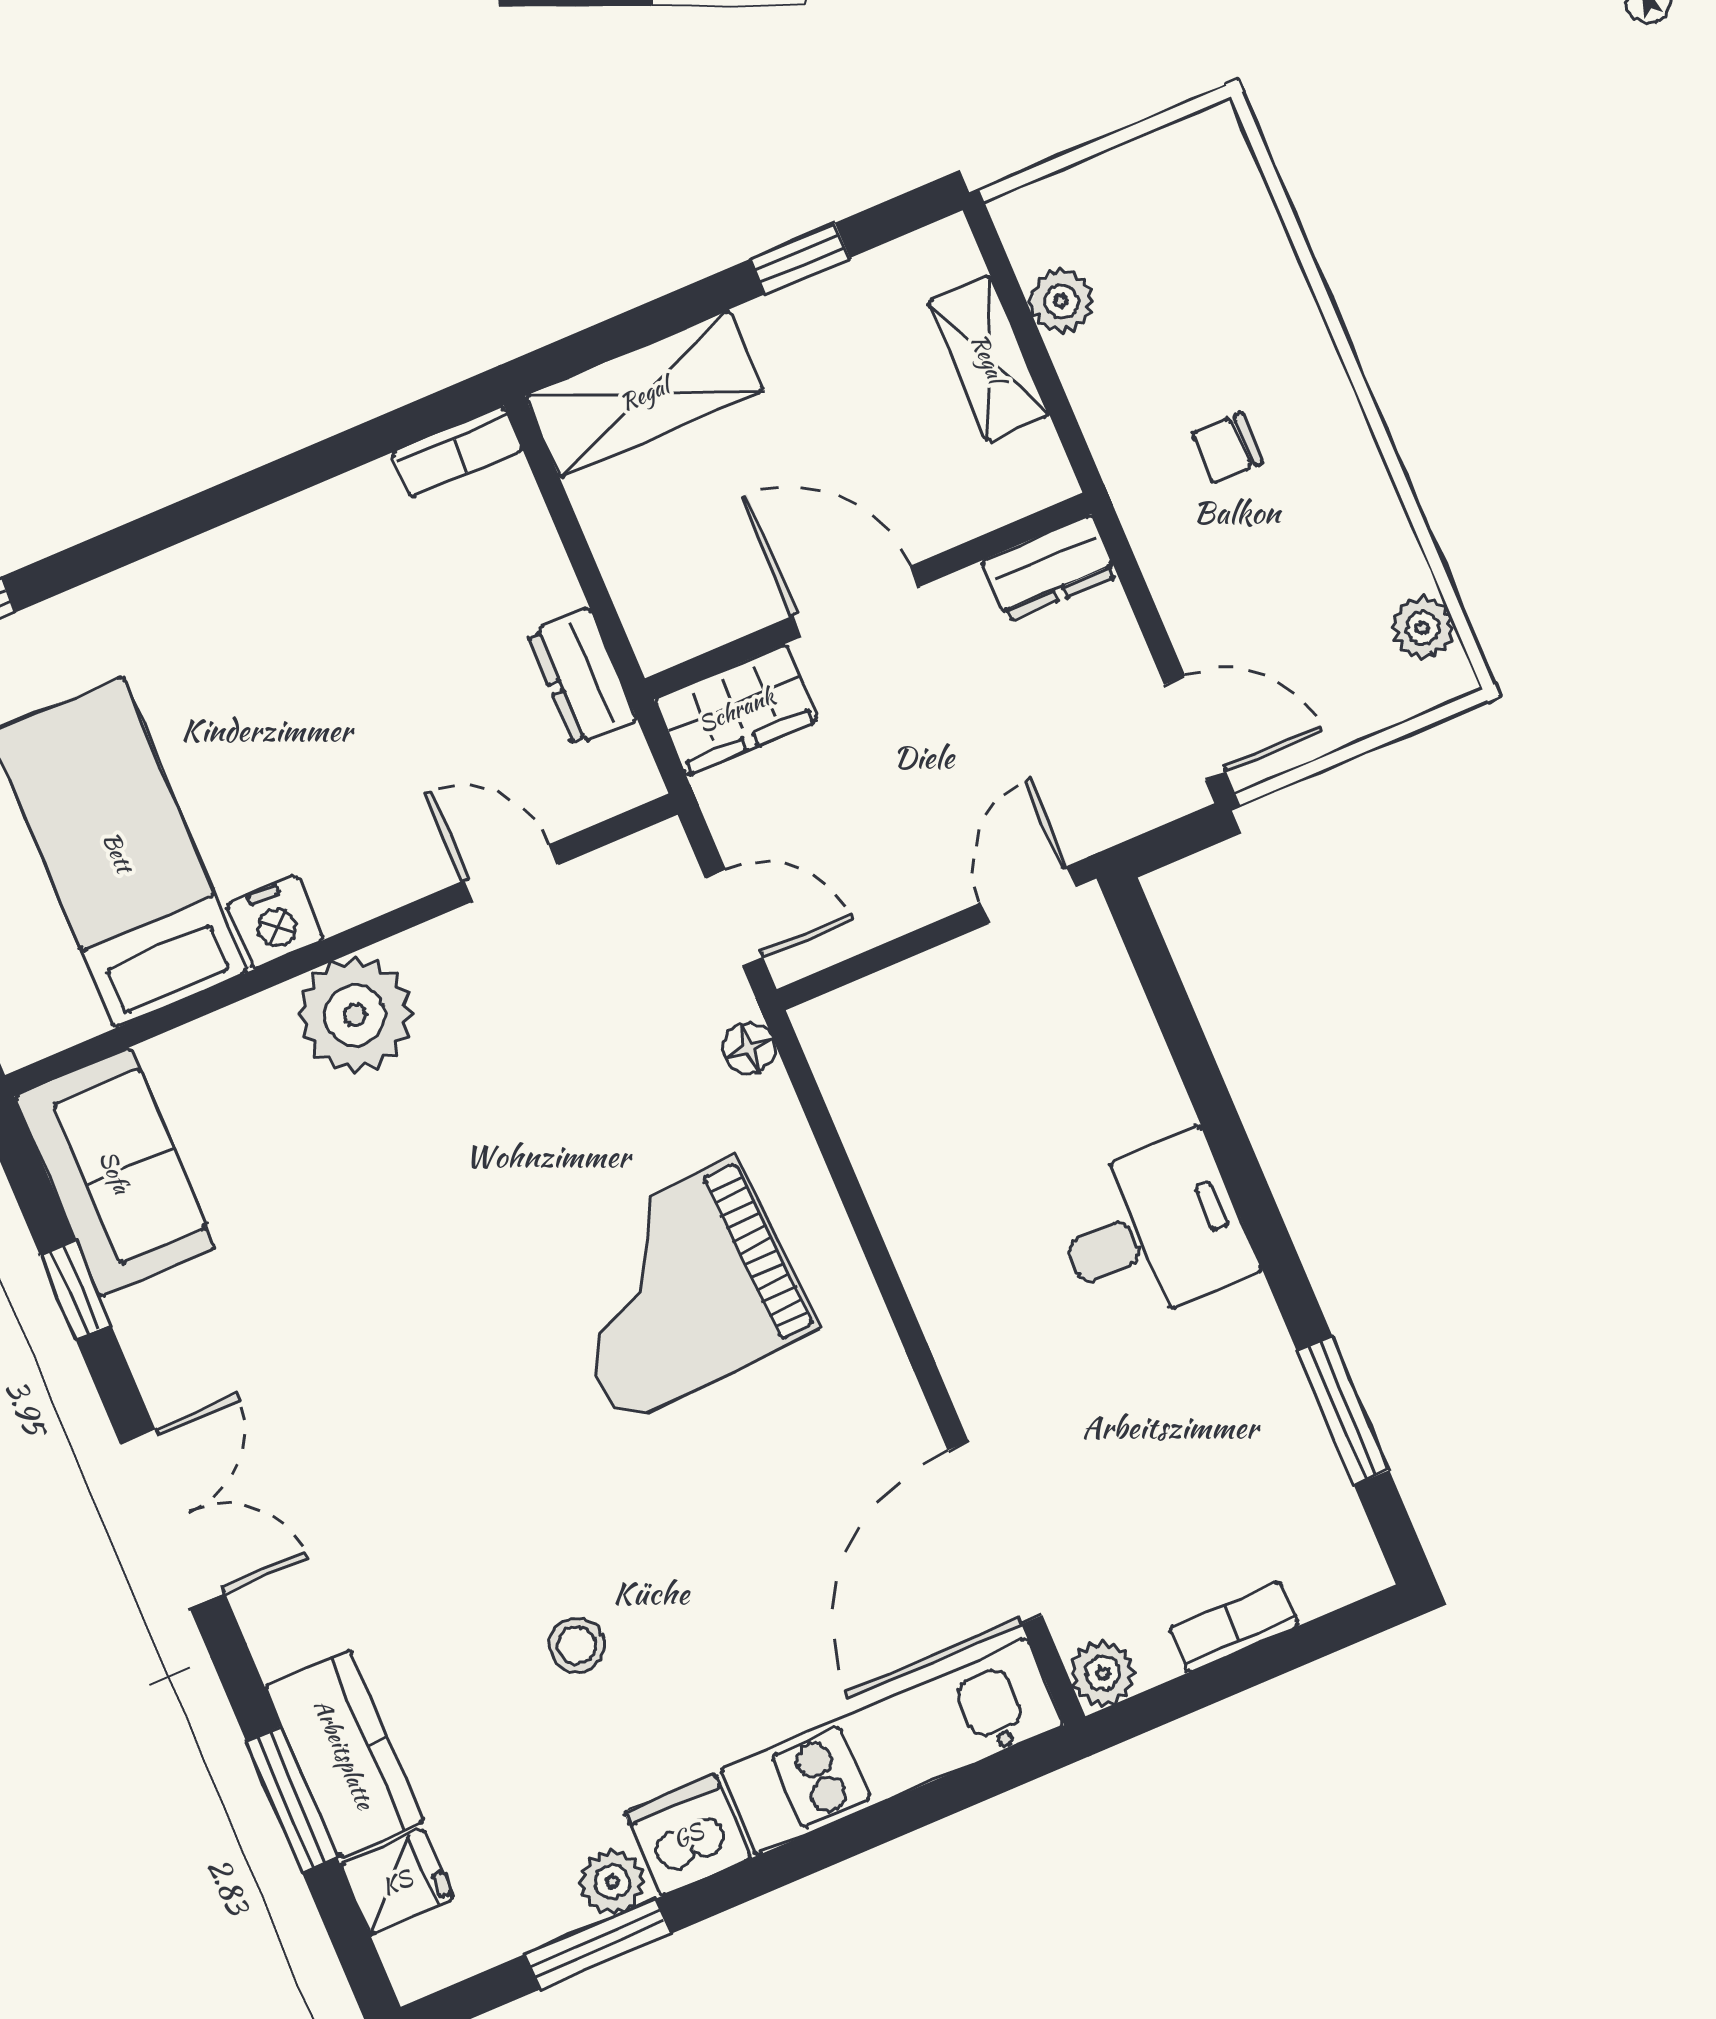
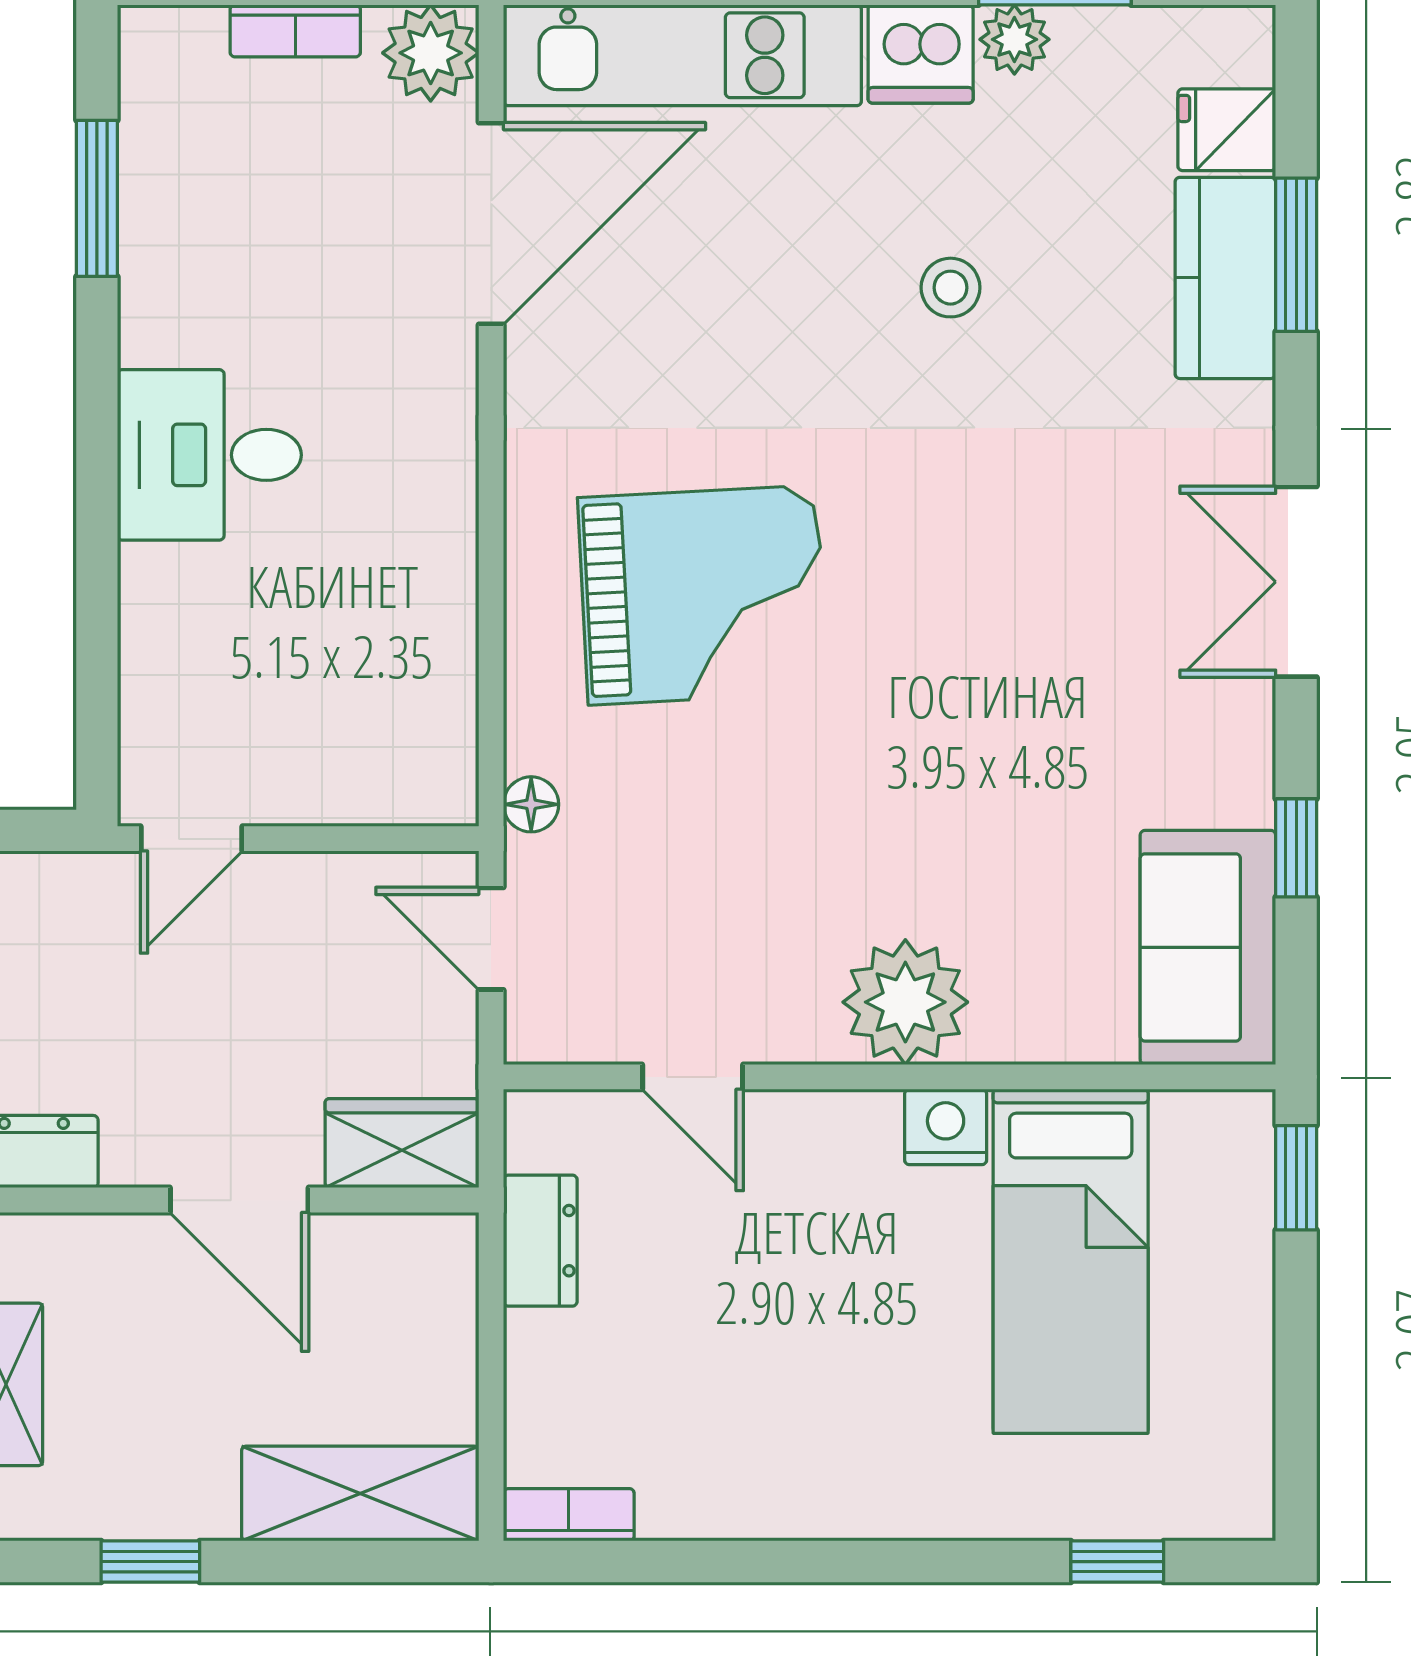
plant: (1103, 1673) -> (431, 53), width x1.38, depth x1.38

